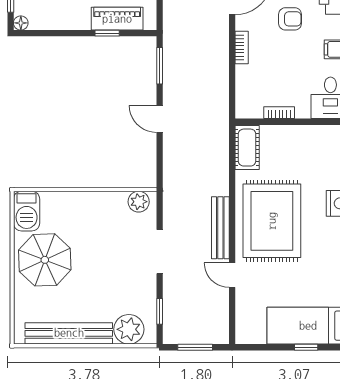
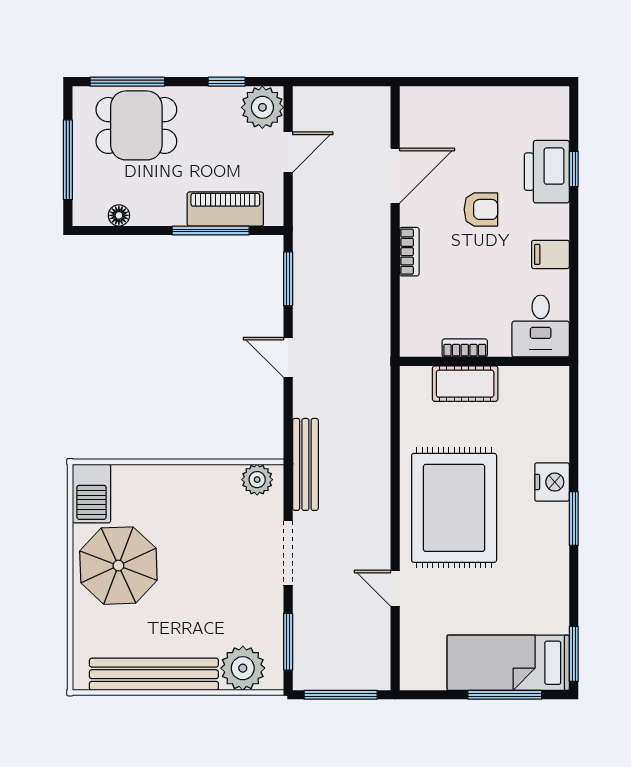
floor lamp: (21, 23) -> (119, 215), moved
window: (107, 33) -> (211, 230), width x2.17
cot: (247, 148) -> (465, 384), moved, turned 90
bench: (220, 228) -> (305, 464), moved
window: (160, 311) -> (288, 642), width x1.50
window: (195, 347) -> (341, 695), width x1.44
window: (306, 347) -> (505, 695), width x2.17

